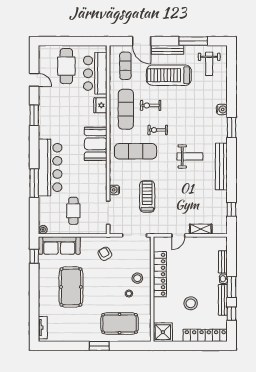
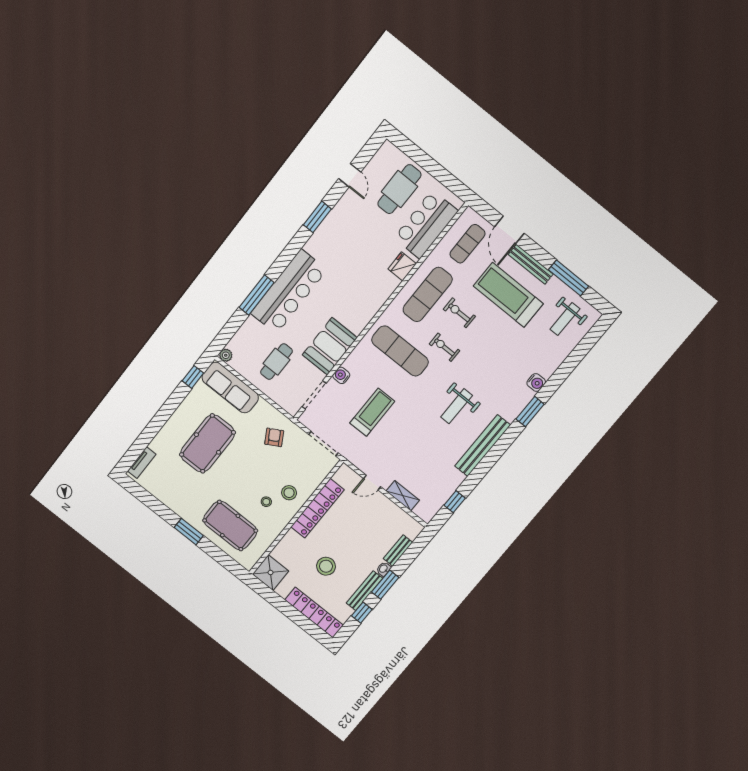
booth: (96, 144) -> (330, 346), moved
weight bench: (190, 156) -> (457, 406), turned 90

